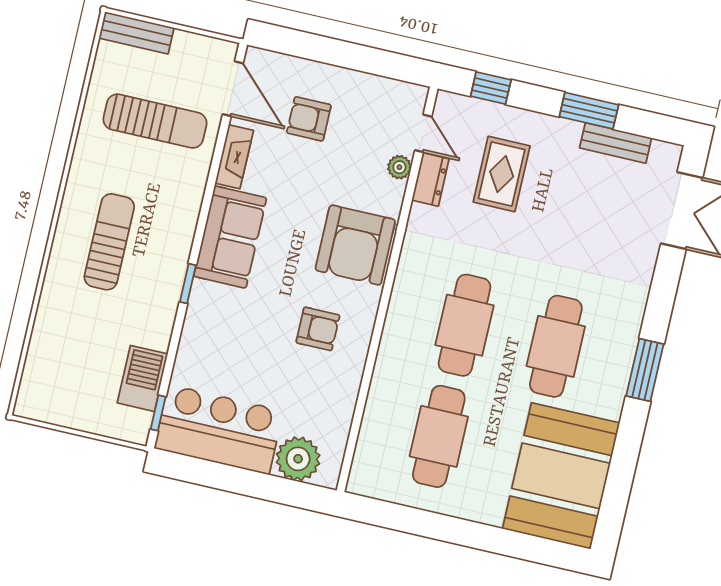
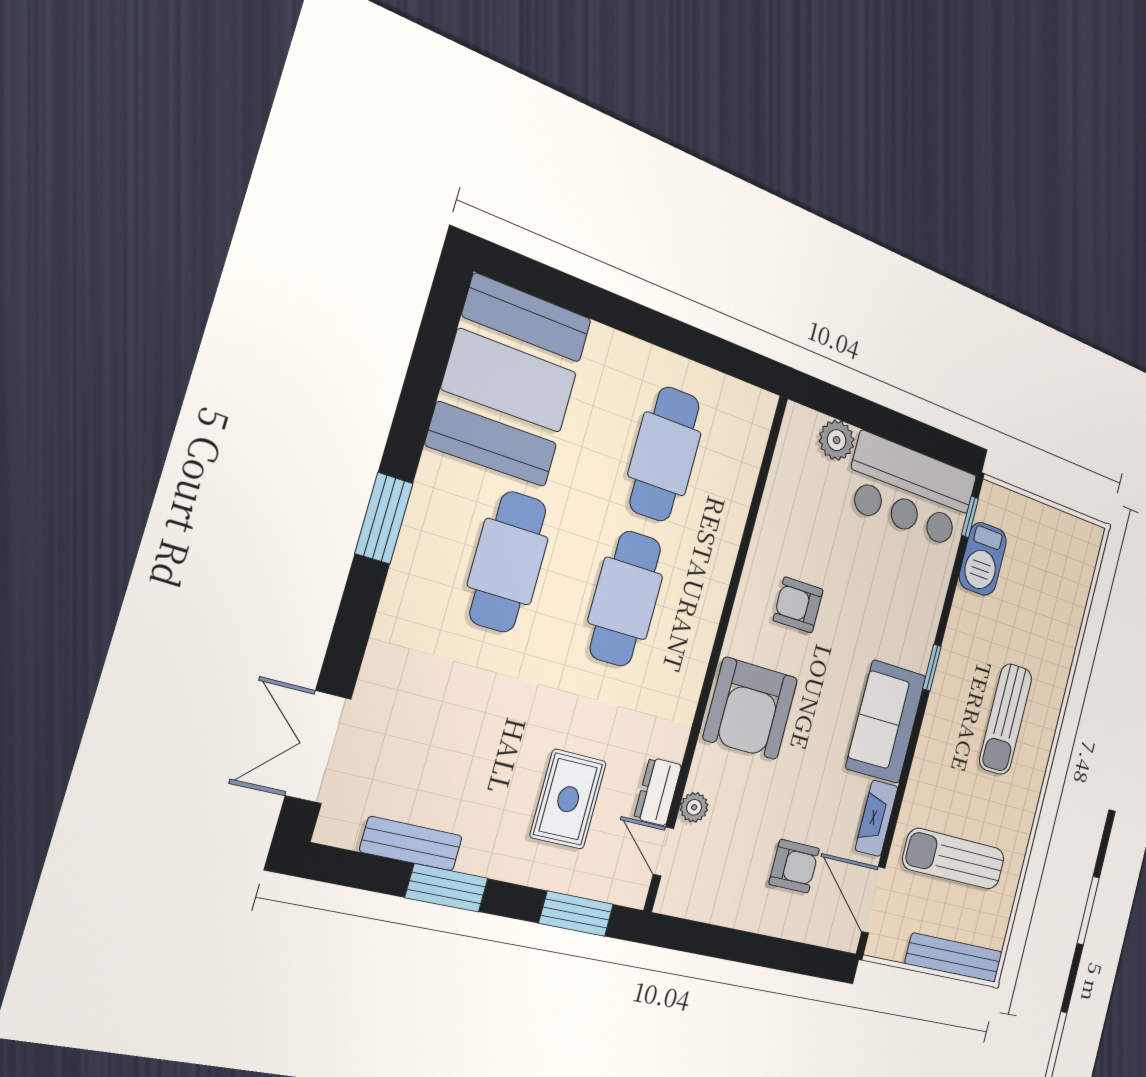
bench: (136, 33) -> (954, 958), width x1.36
window: (491, 88) -> (576, 914), width x1.50
armchair: (355, 245) -> (751, 709), turned 180
plant: (298, 459) -> (837, 440), width x0.73, depth x0.73

